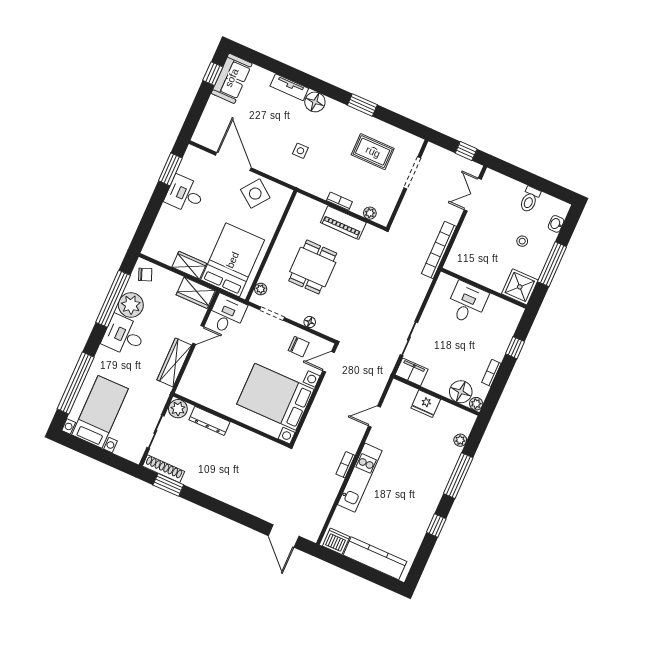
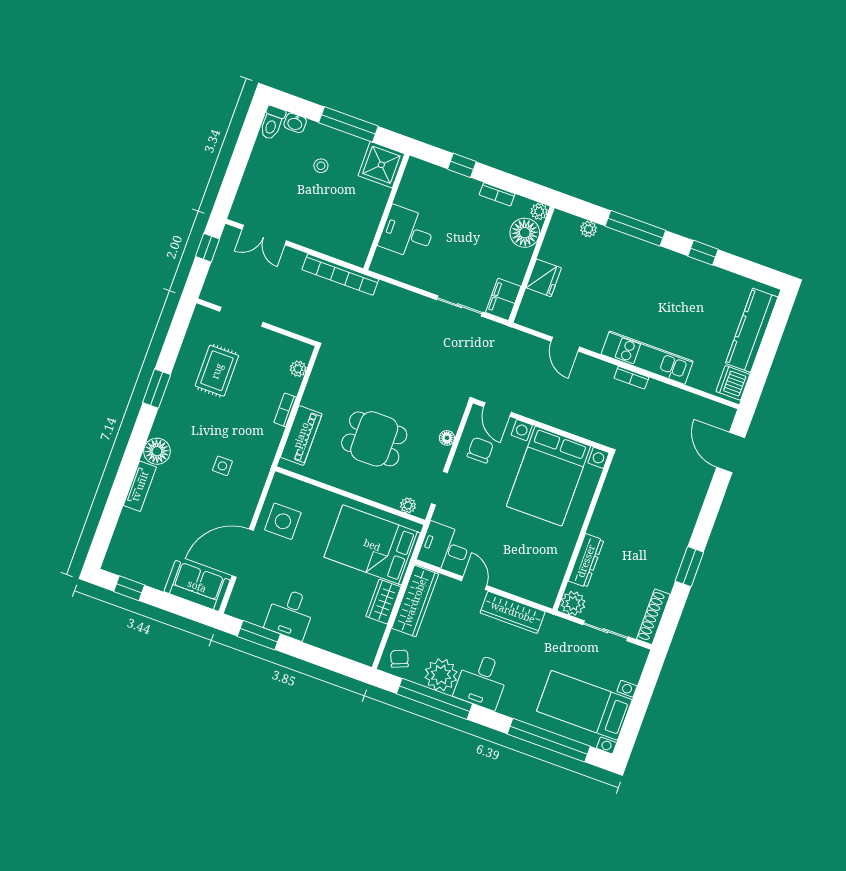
sofa: (232, 78) -> (197, 586), moved
side table: (255, 194) -> (283, 521), turned -37
toilet: (530, 199) -> (272, 123), moved, turned 90
piano: (343, 223) -> (301, 435), moved
wardrobe: (196, 293) -> (415, 601), width x1.50
window: (168, 485) -> (689, 567), moved
door: (284, 536) -> (731, 453), swing flipped

